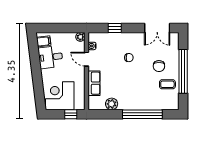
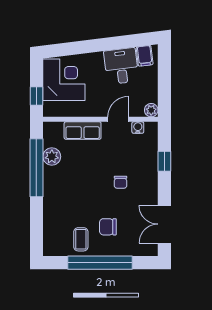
window: (142, 114) -> (36, 168), moved

